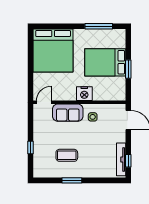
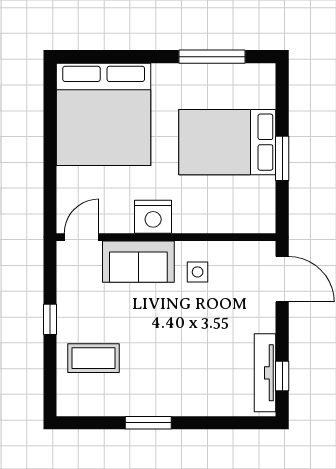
nightstand: (84, 94) -> (153, 217), moved
window: (31, 147) -> (50, 319), moved
coffee table: (67, 155) -> (93, 358), moved

